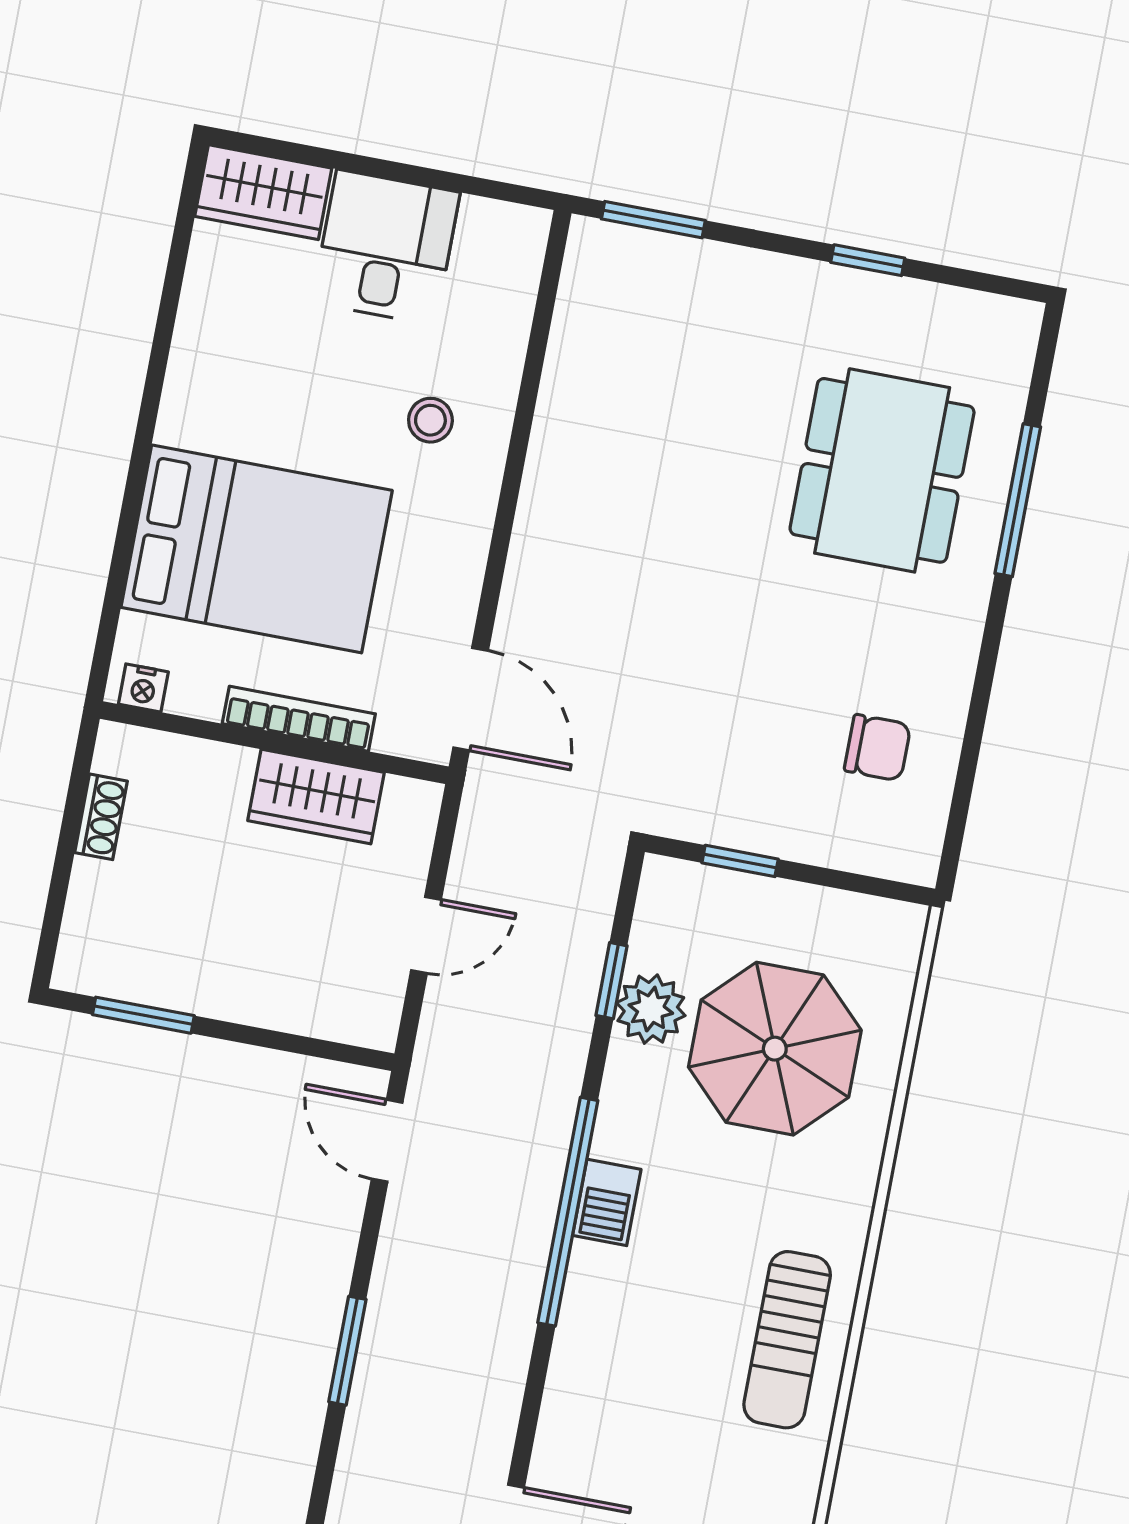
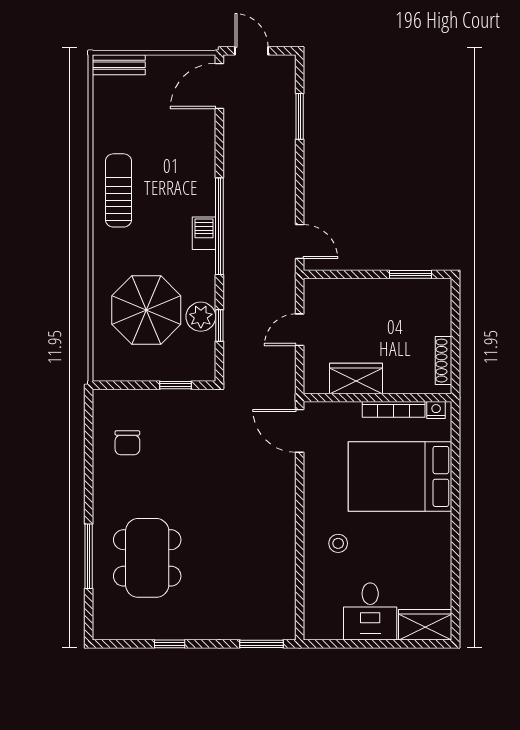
bookcase: (299, 719) -> (394, 409), moved
chair: (877, 748) -> (127, 443), turned -90
shoe rack: (101, 817) -> (444, 361), width x1.43
window: (347, 1351) -> (300, 116), moved

